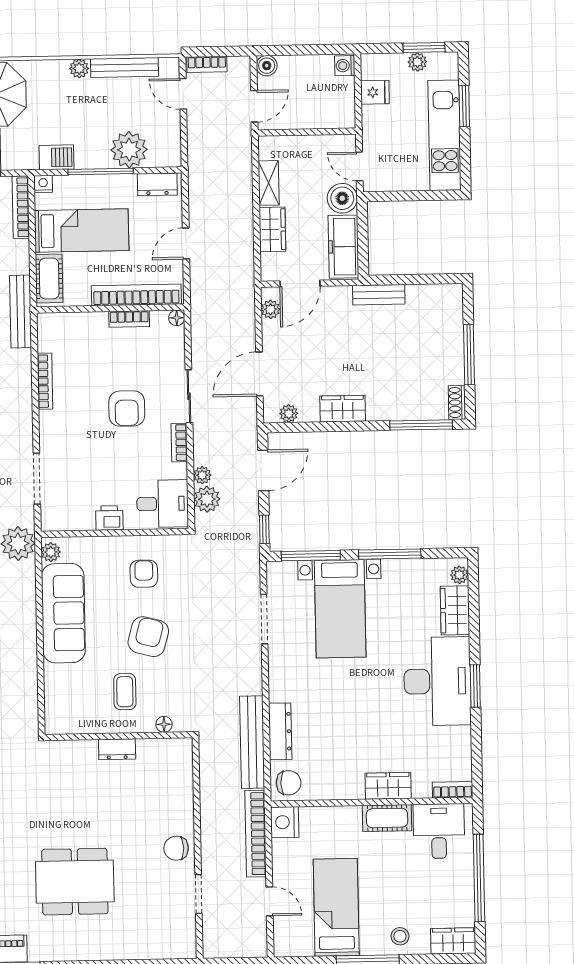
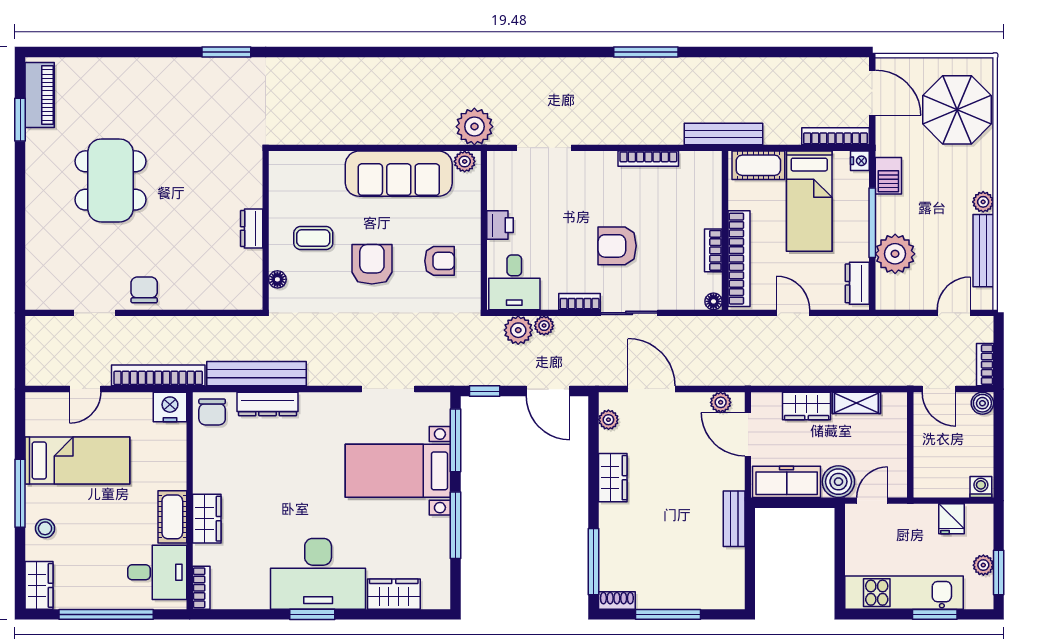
bookcase: (207, 64) -> (985, 365), moved
plant: (459, 575) -> (432, 600), removed
armchair: (148, 637) -> (372, 264), turned -105

